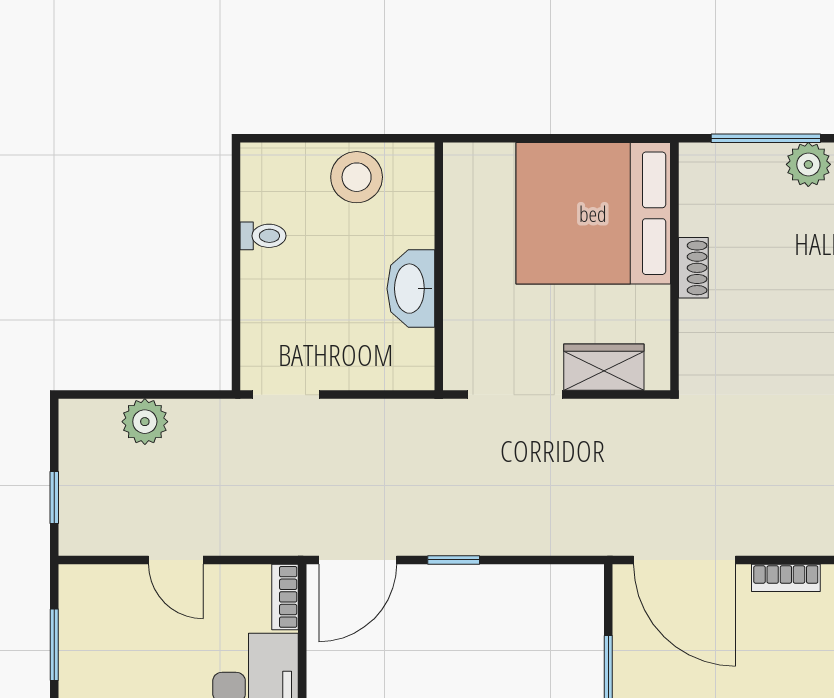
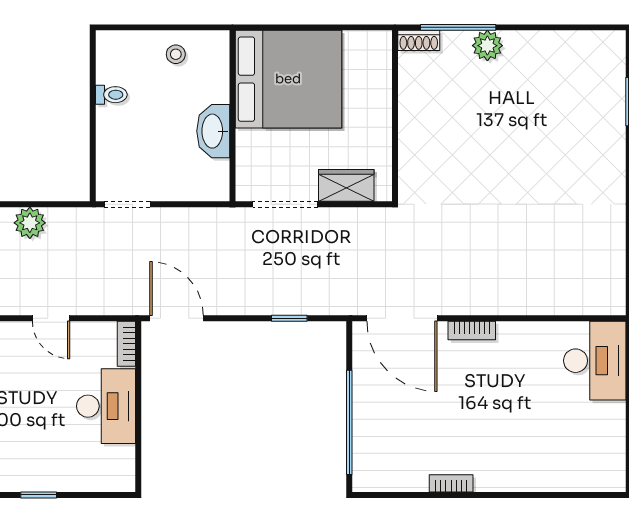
stool: (357, 177) -> (176, 54), width x0.53, depth x0.53
bed: (593, 213) -> (288, 79), moved, turned 180
shoe rack: (693, 268) -> (419, 40), moved, turned 90
door: (358, 560) -> (177, 318), swing flipped
window: (454, 560) -> (289, 318), moved

